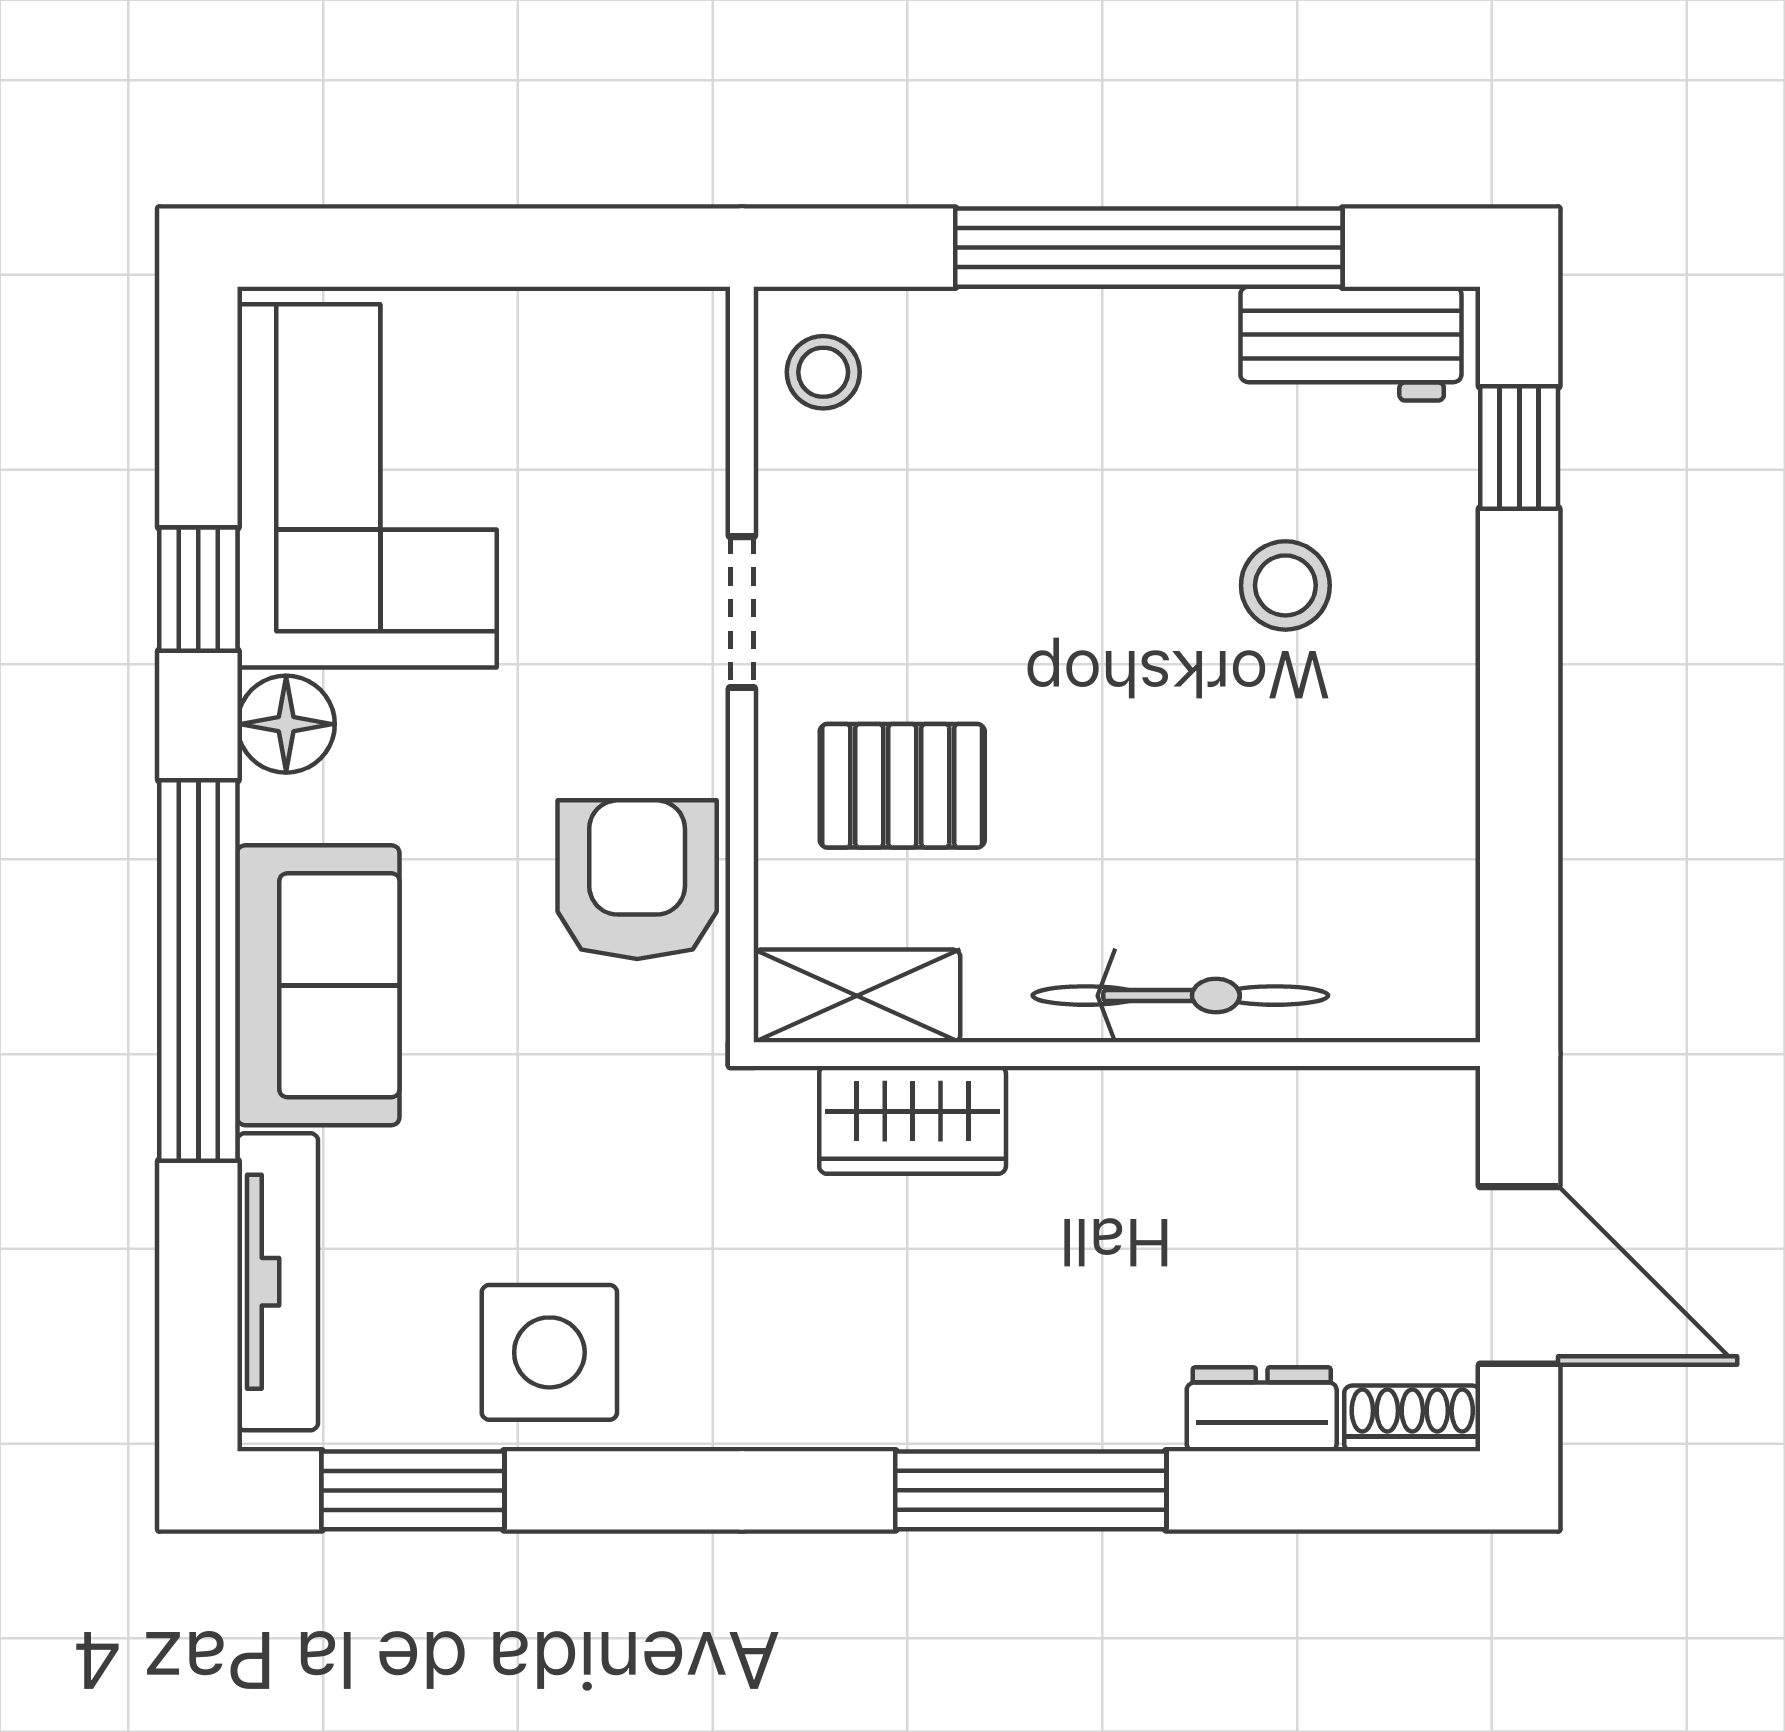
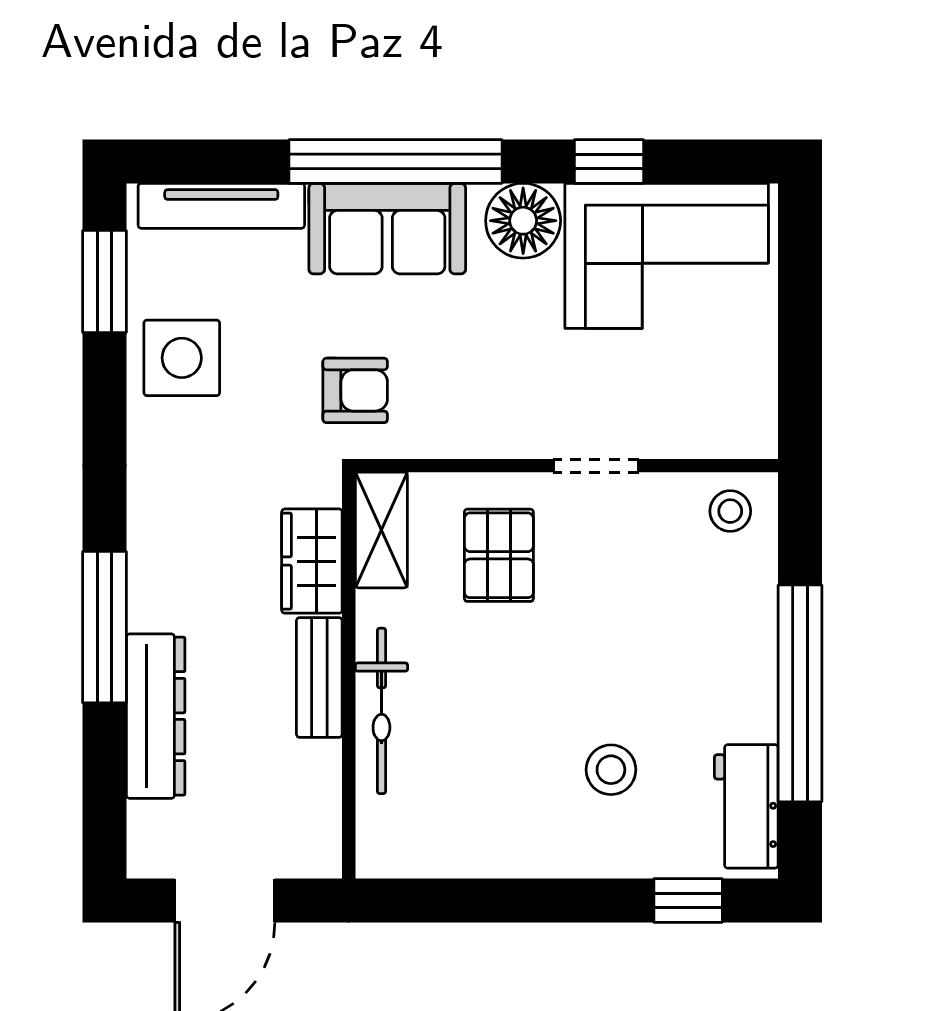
floor lamp: (286, 724) -> (523, 221), width x1.38, depth x1.38
armchair: (637, 880) -> (355, 390), moved, width x0.72, depth x0.72
bench: (1121, 1107) -> (319, 677), added
dresser: (1262, 1409) -> (156, 716), width x1.96, depth x1.24
shoe rack: (1412, 1418) -> (145, 841), removed

